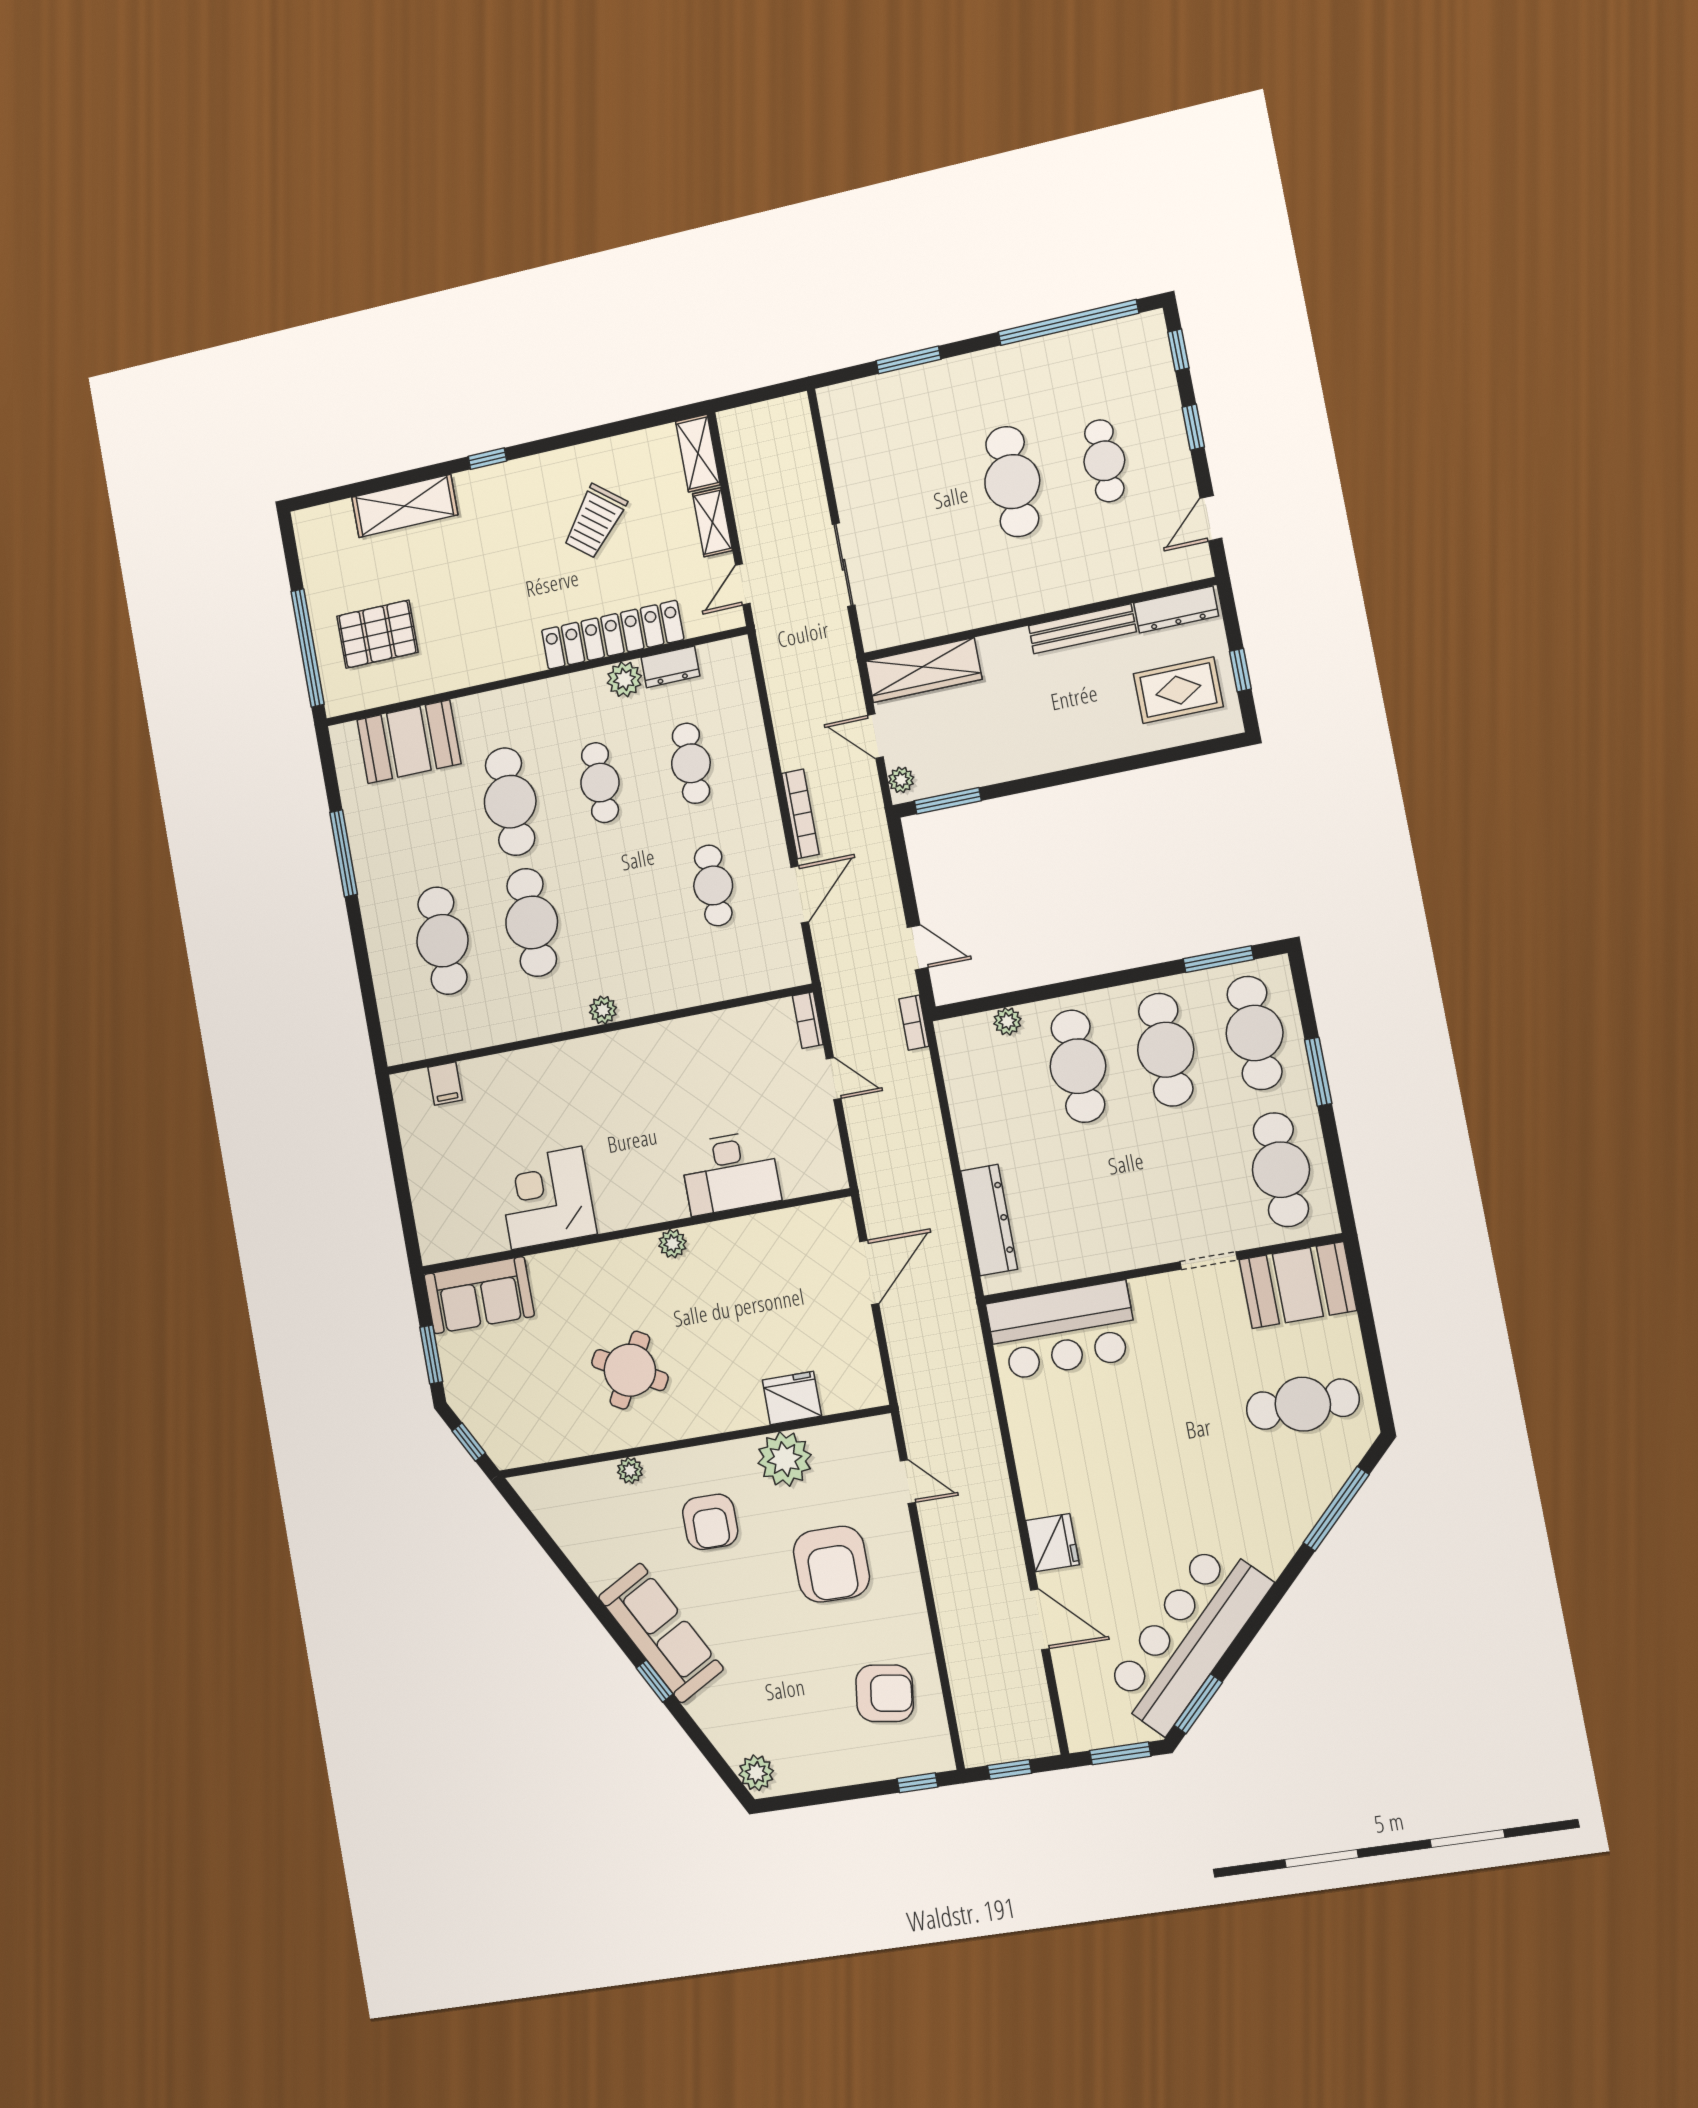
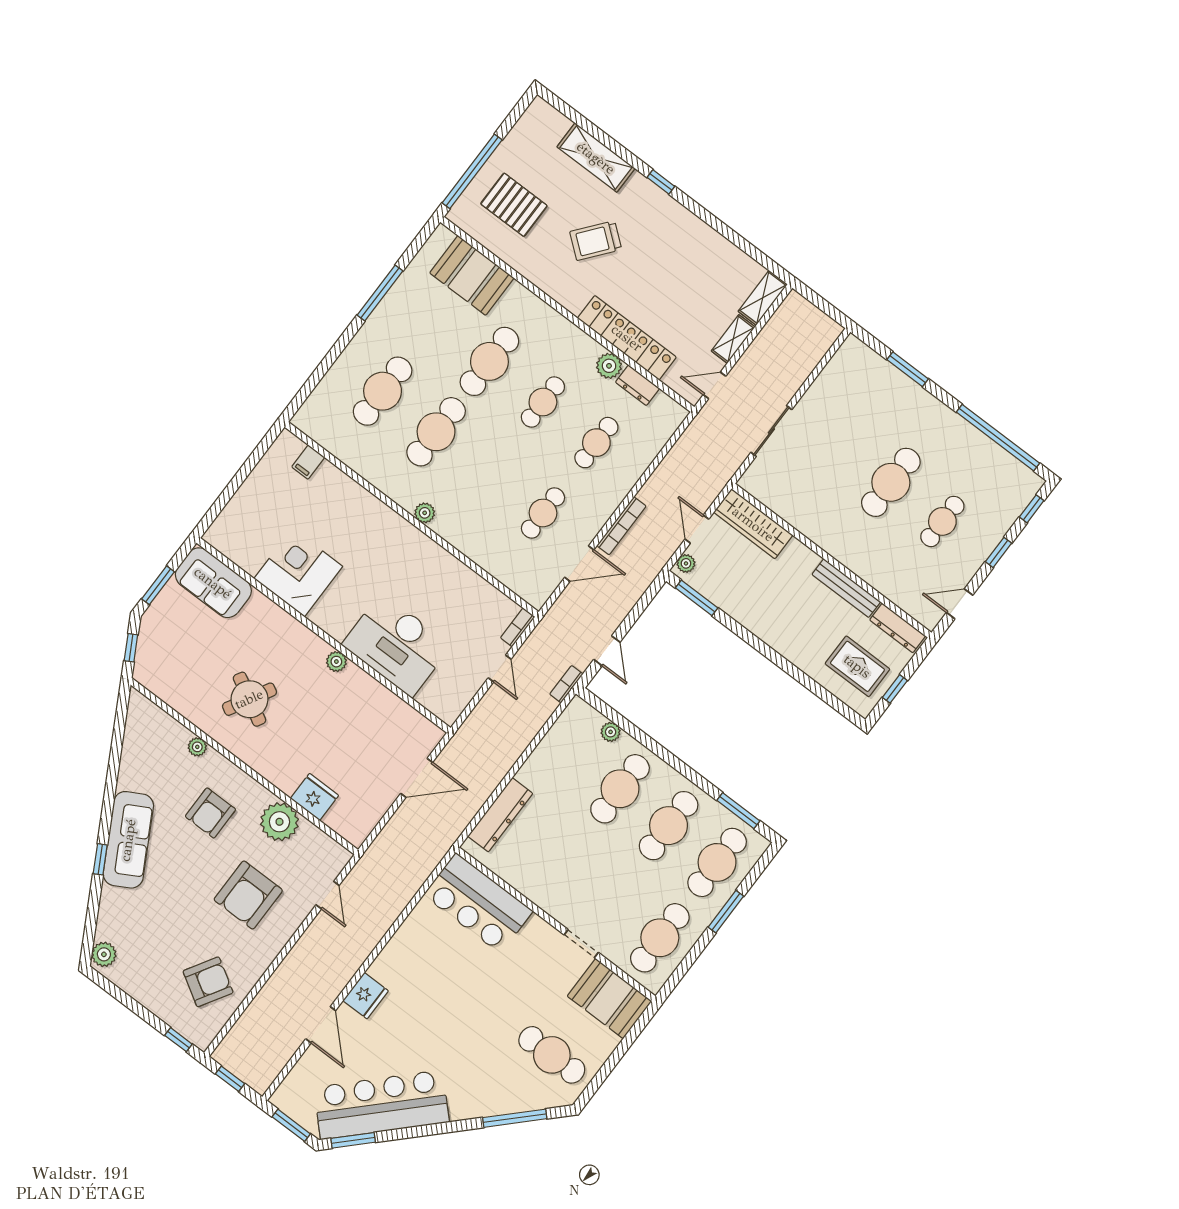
trolley: (595, 521) -> (596, 241), moved
desk: (730, 1173) -> (397, 645), width x1.36, depth x1.30
armchair: (885, 1693) -> (208, 982), turned -67

